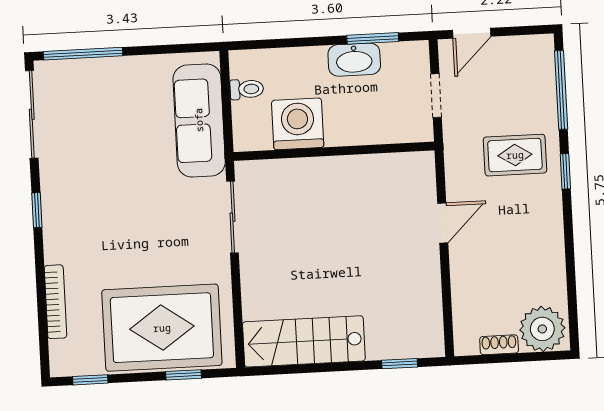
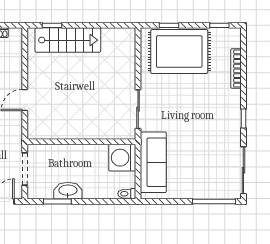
toilet: (247, 89) -> (127, 194), moved
doorway: (436, 96) -> (25, 169), width x1.38
washing machine: (298, 124) -> (122, 158), moved, turned 90
stairs: (304, 341) -> (68, 40), moved

